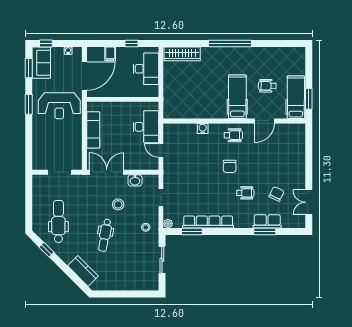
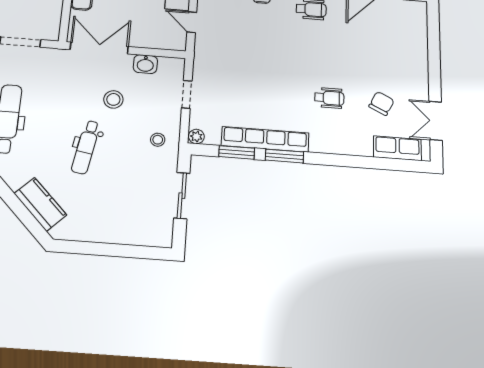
chair: (230, 166) -> (304, 55), removed
row of seats: (267, 221) -> (397, 148), moved
window: (265, 231) -> (284, 156), moved

